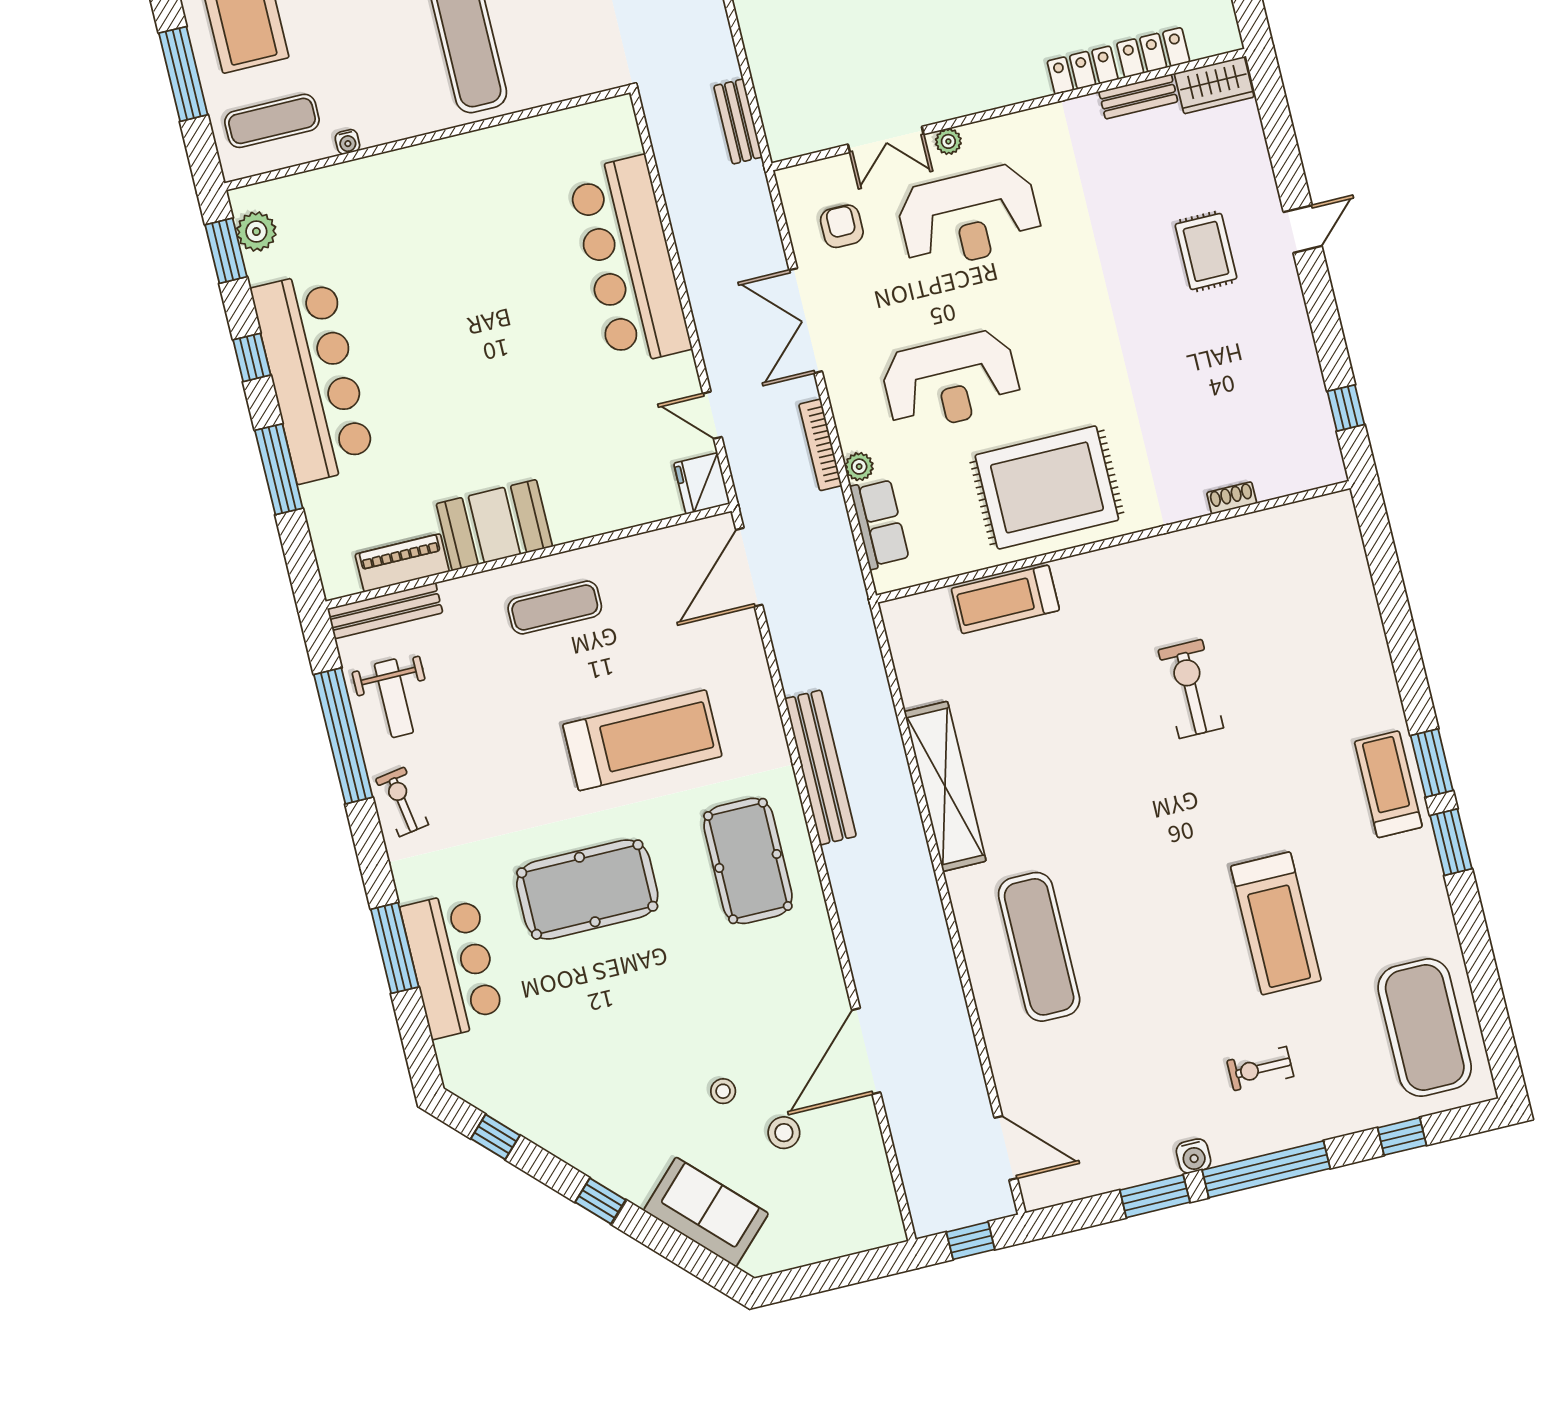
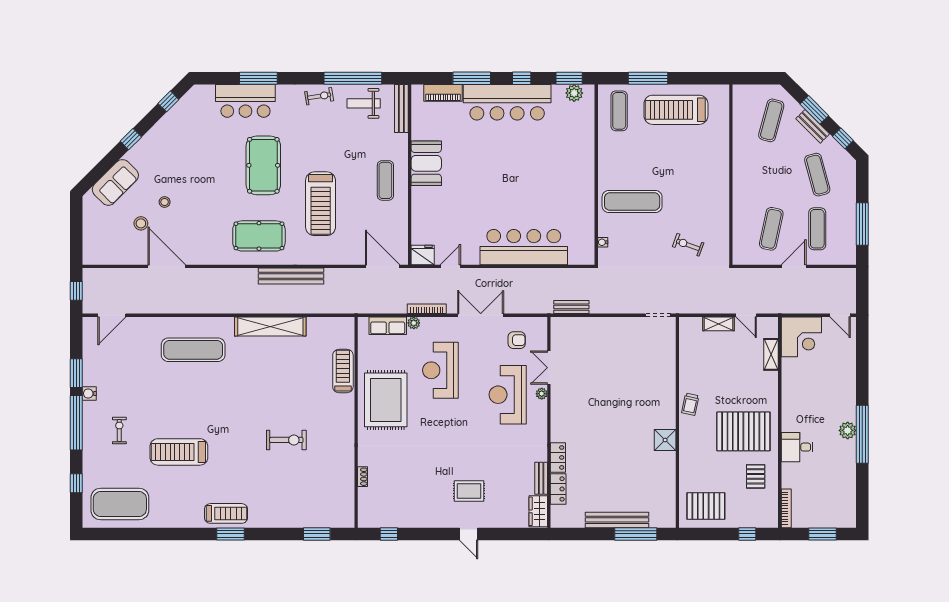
water cooler: (347, 142) -> (603, 242), moved
piano: (402, 563) -> (443, 93), moved, turned 90
window: (1451, 842) -> (317, 534), moved

